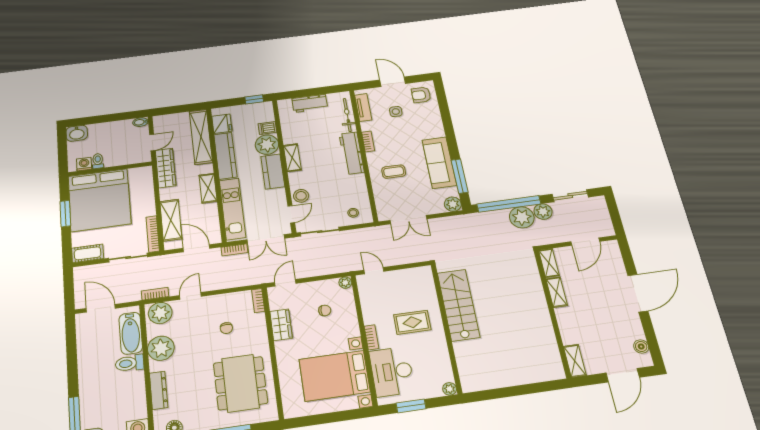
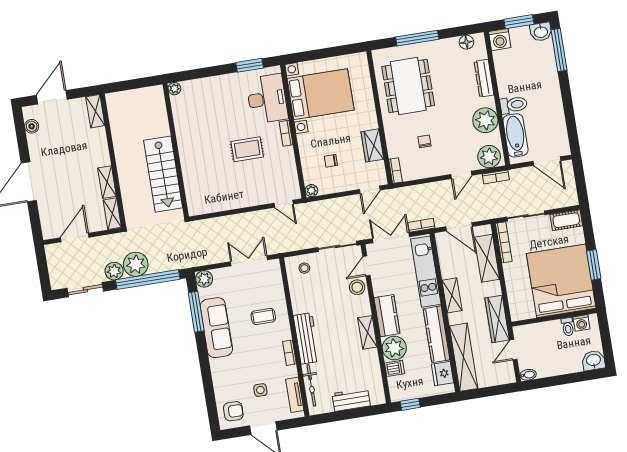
stairs: (458, 305) -> (163, 174), moved
wall: (446, 327) -> (176, 150), moved
plant: (450, 389) -> (174, 89), moved

